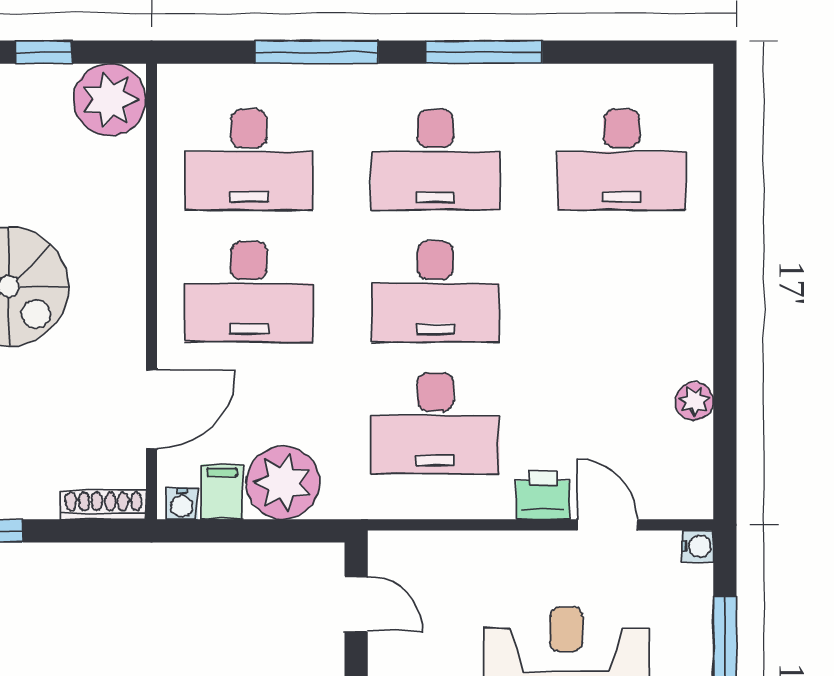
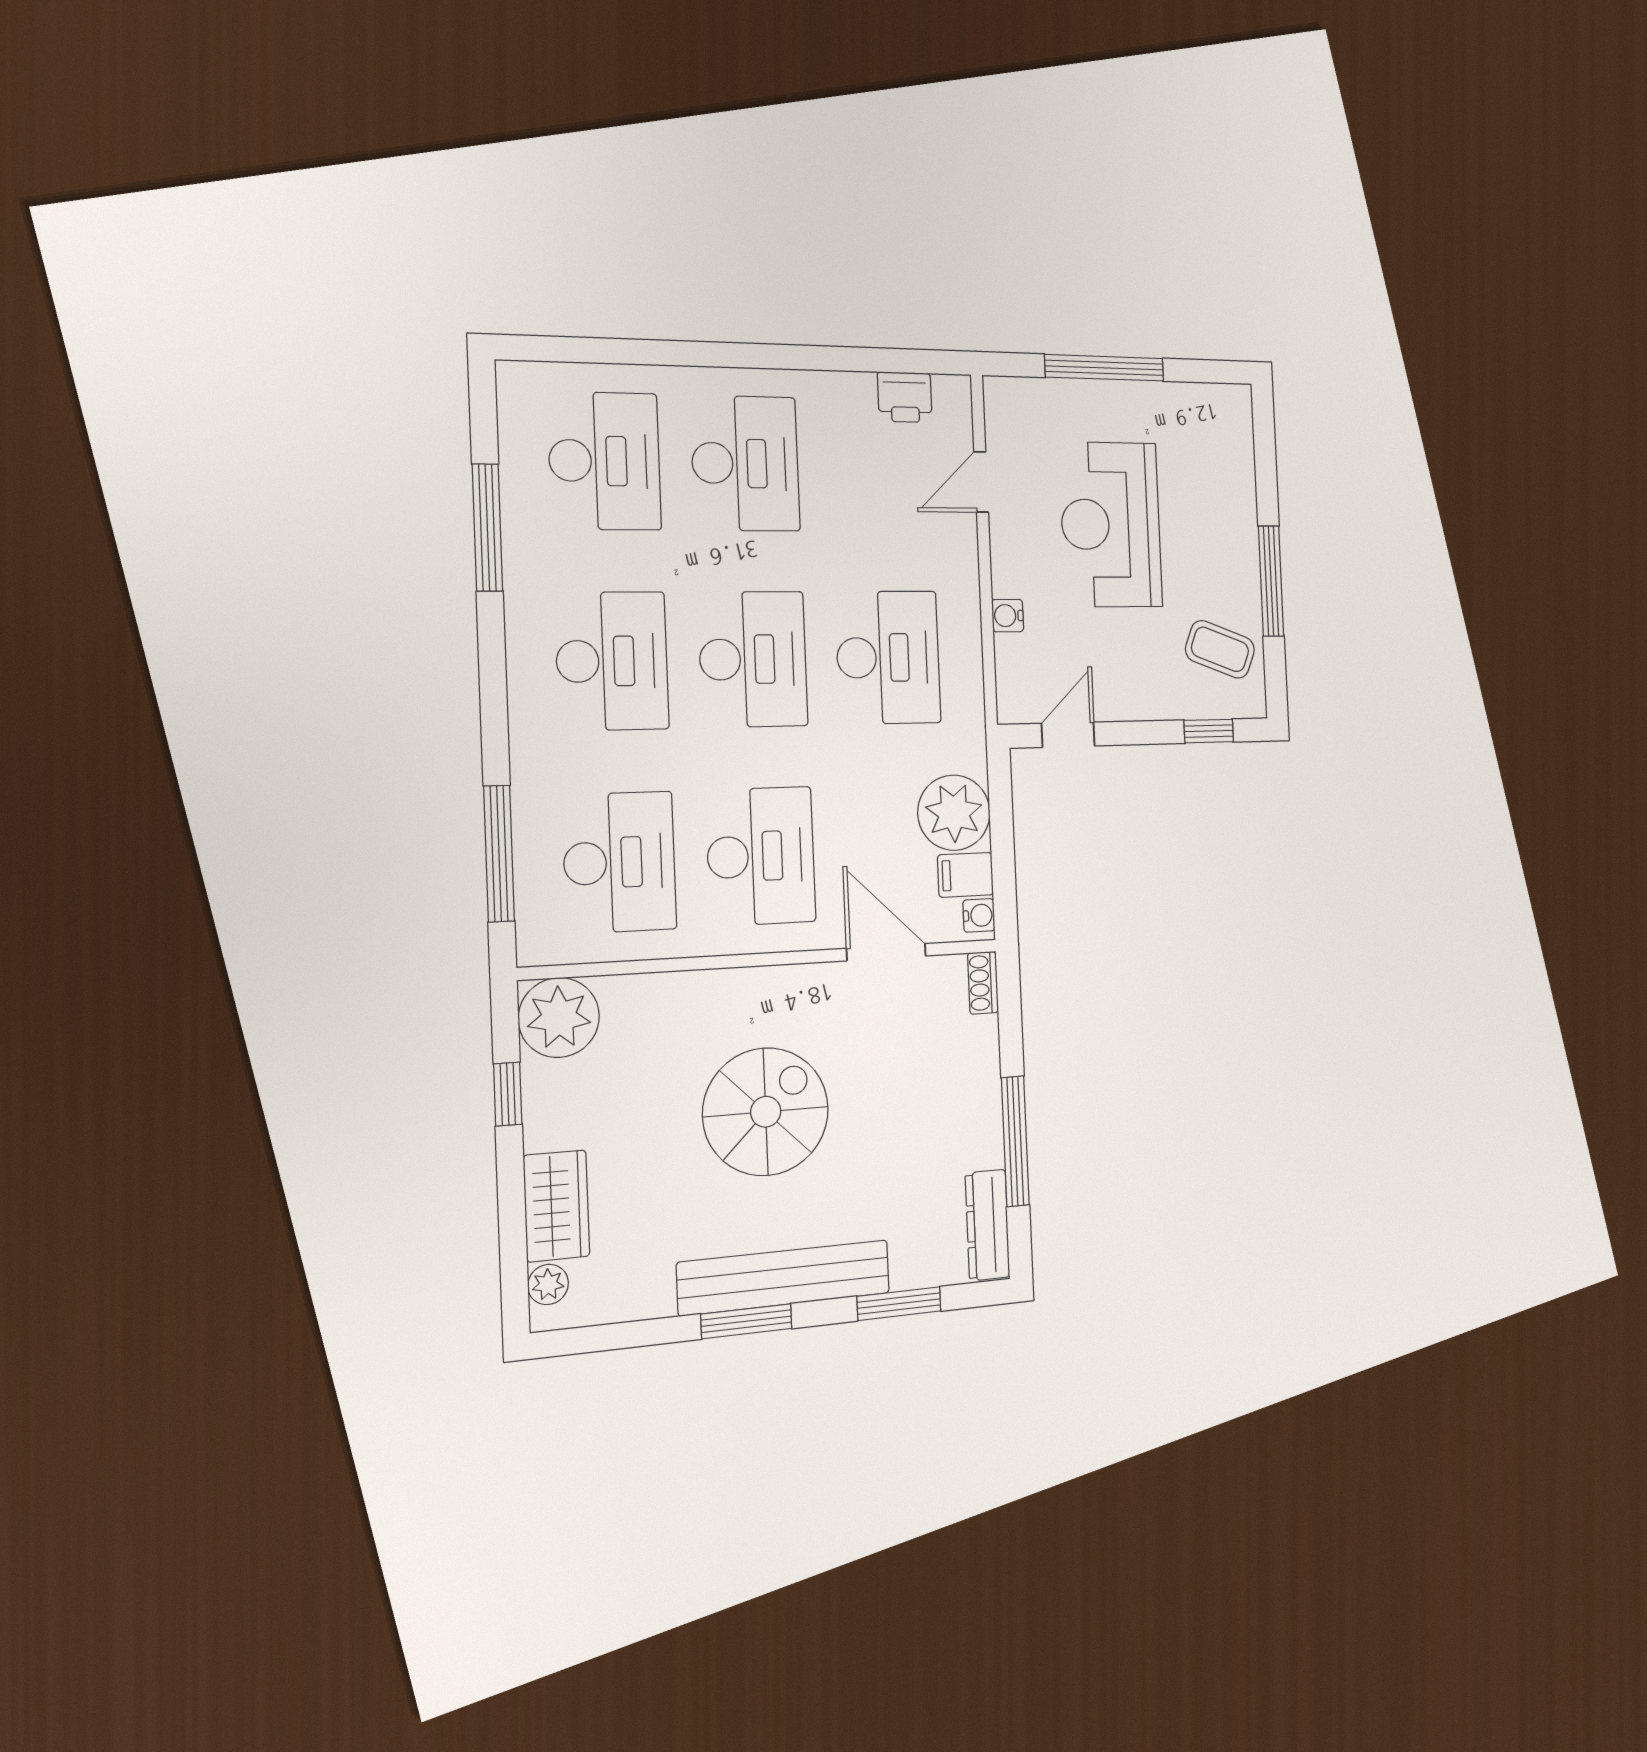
window: (317, 52) -> (499, 854), moved
window: (484, 52) -> (487, 528), moved
desk: (622, 291) -> (745, 463), added
plant: (694, 401) -> (855, 391), removed
printer: (543, 495) -> (905, 397), moved, turned -90
shoe rack: (103, 505) -> (983, 983), width x0.70
water cooler: (698, 546) -> (1008, 616), moved, turned -90

